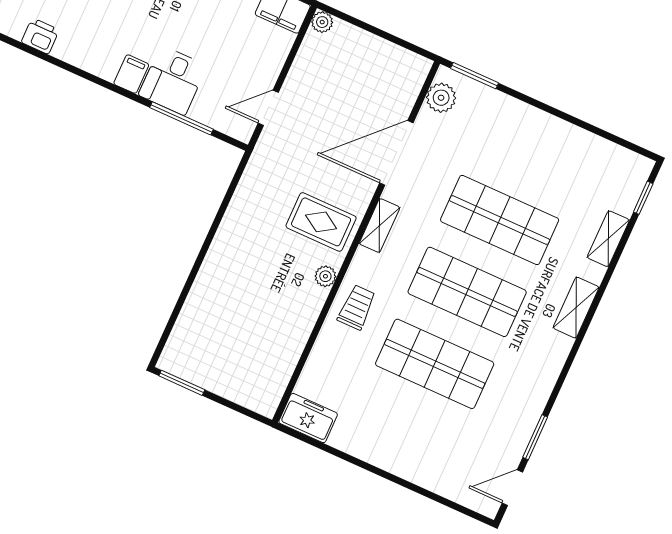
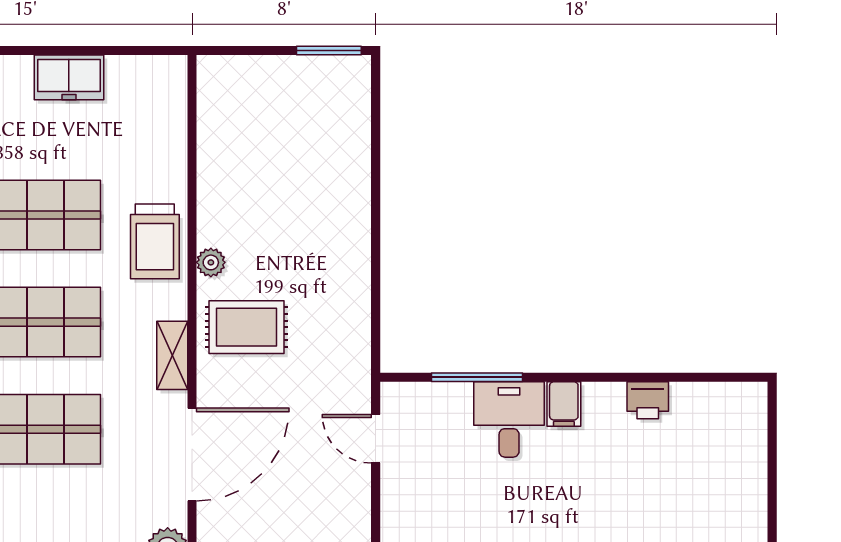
printer: (40, 36) -> (648, 400), moved
door: (268, 108) -> (376, 439), swing flipped
trolley: (357, 307) -> (155, 241), width x1.36, depth x1.39
freezer: (308, 418) -> (69, 77), moved

